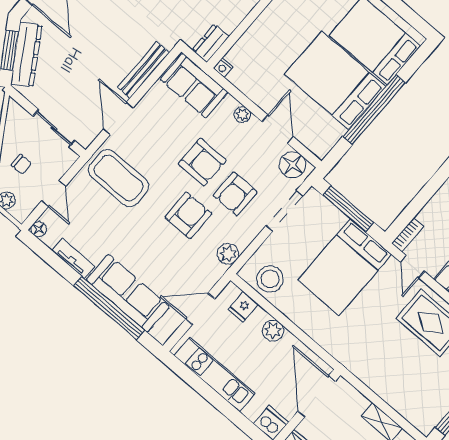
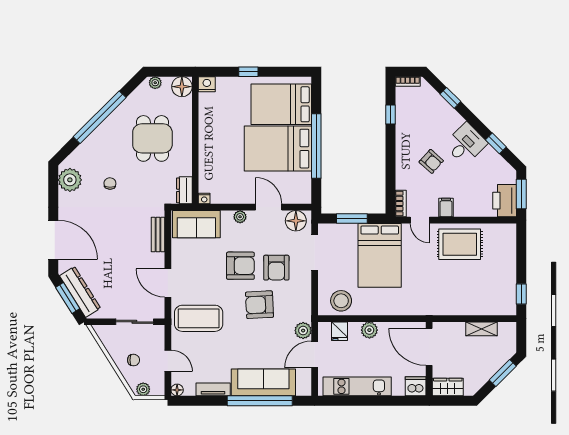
bench: (143, 70) -> (158, 235), width x0.73
window: (348, 209) -> (352, 219), width x0.69
armchair: (188, 215) -> (259, 305), turned -93
plant: (228, 254) -> (303, 331), moved

